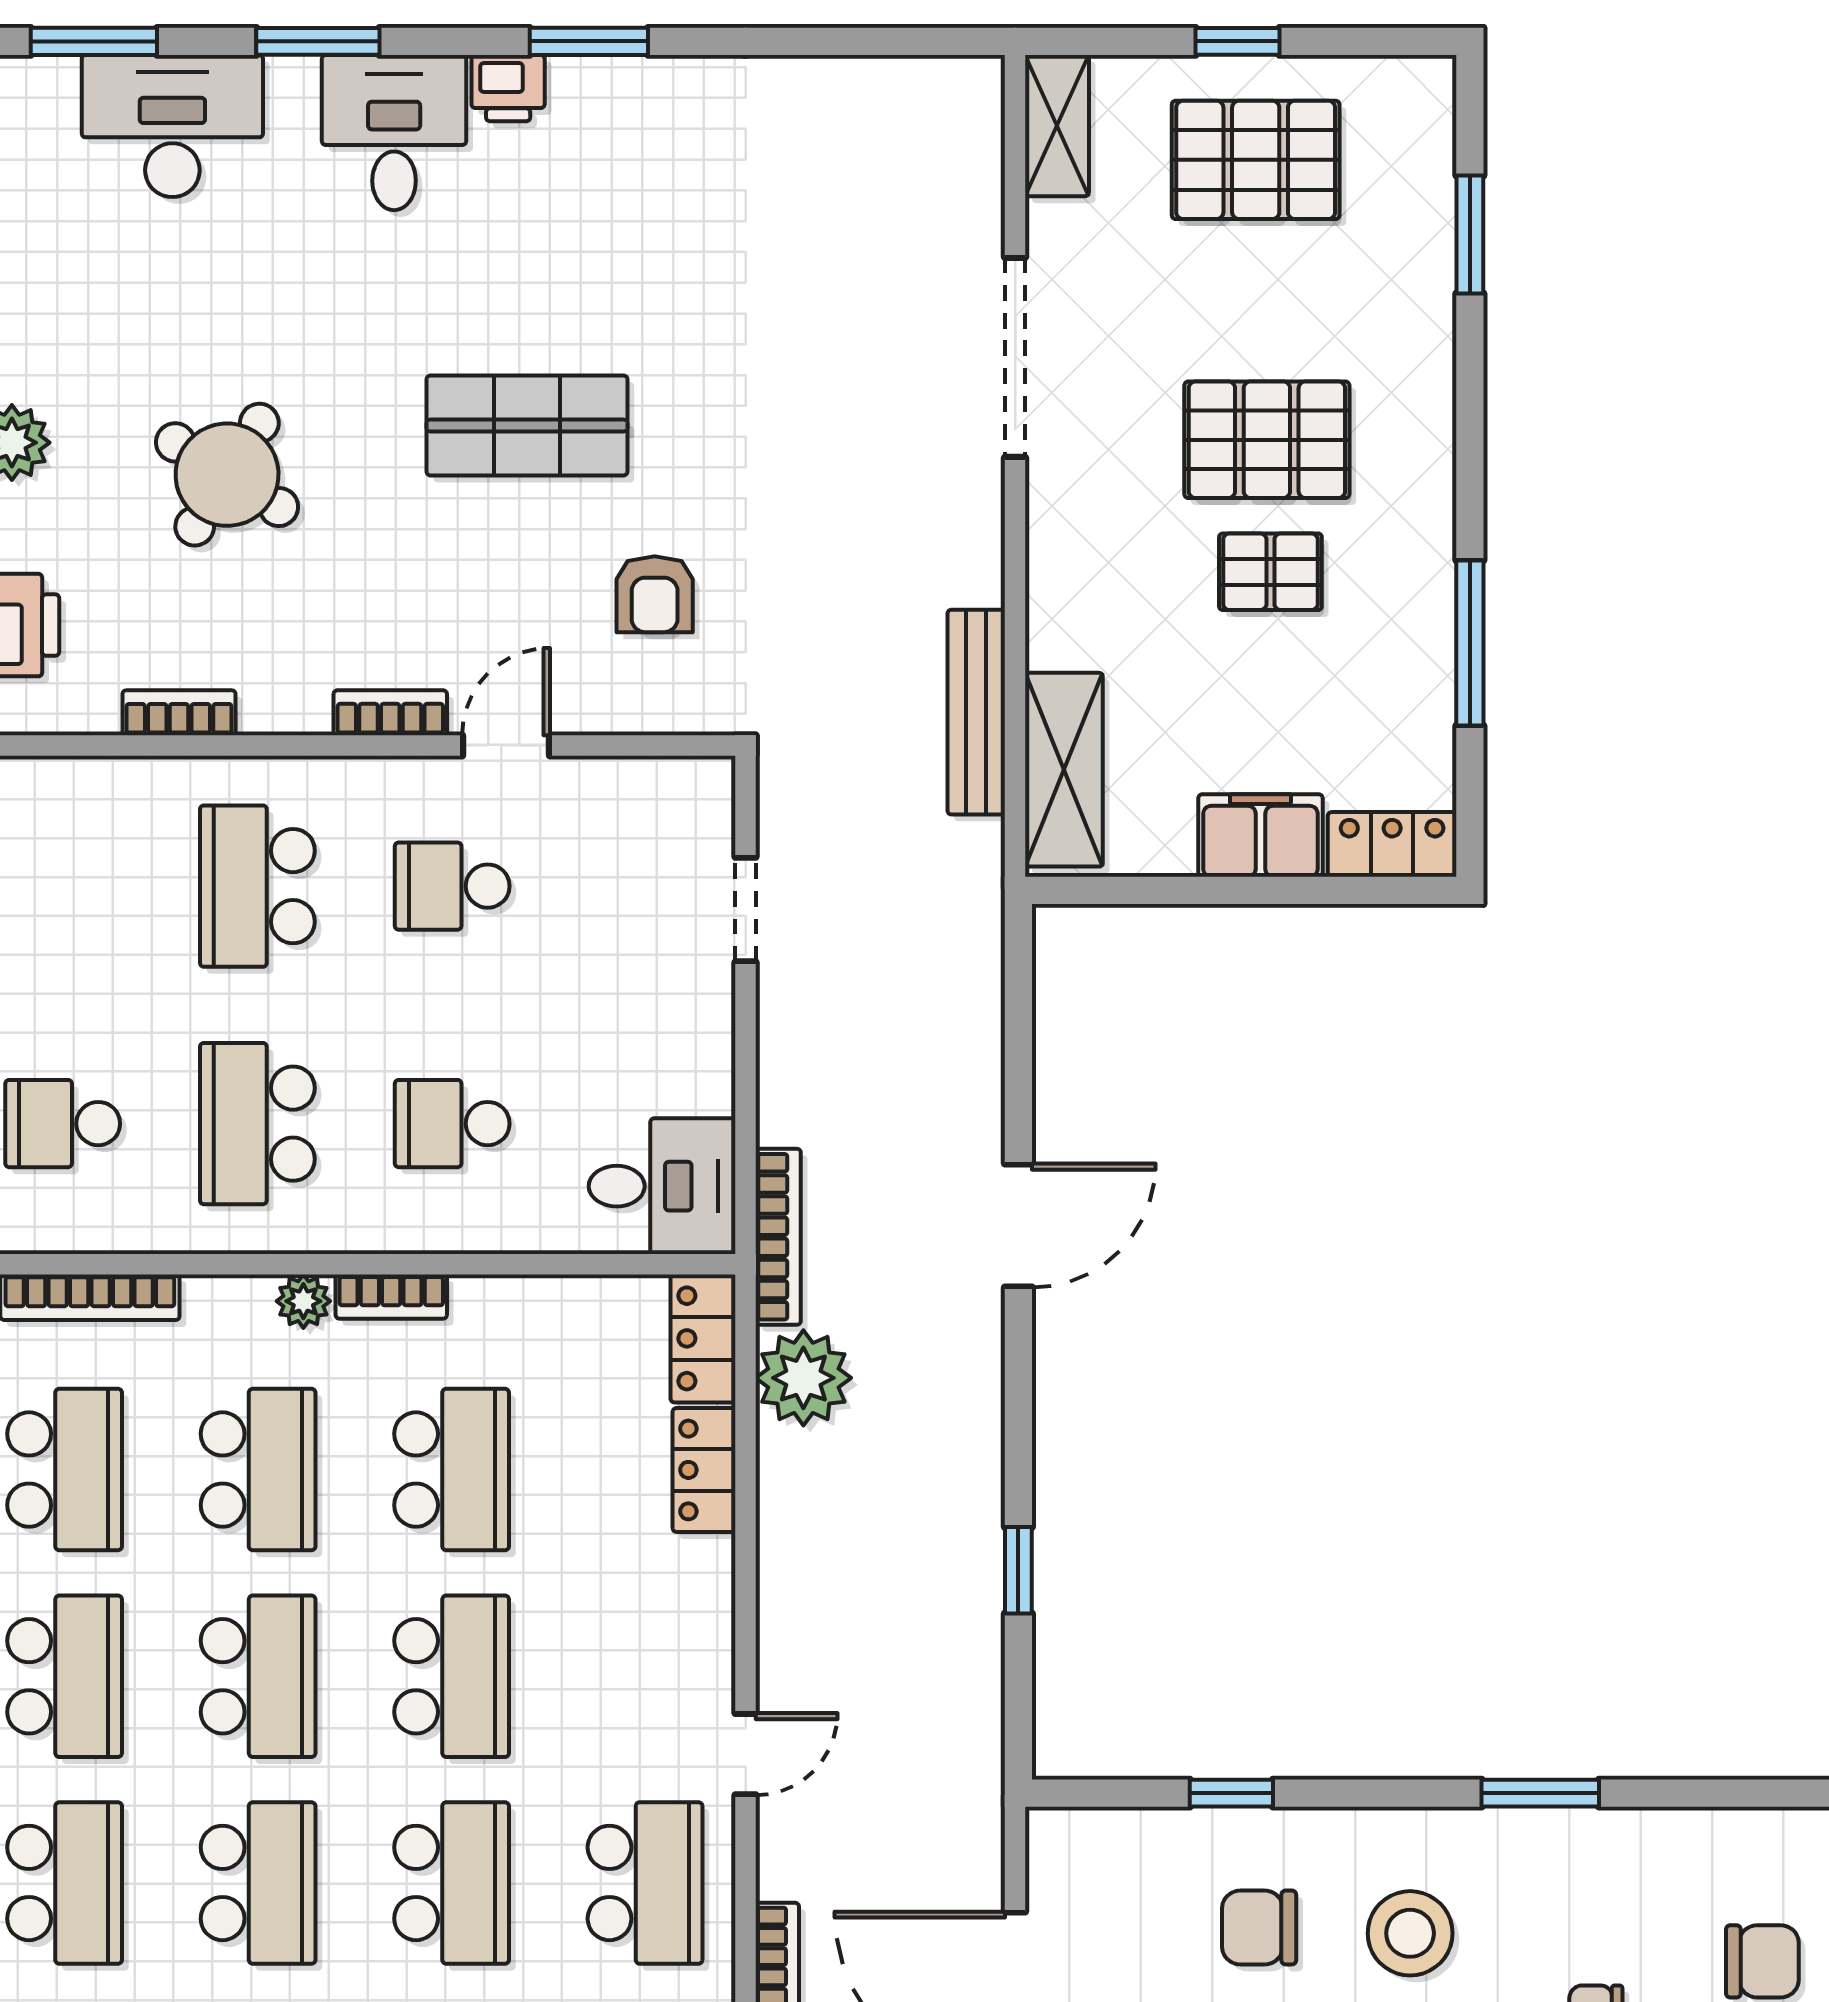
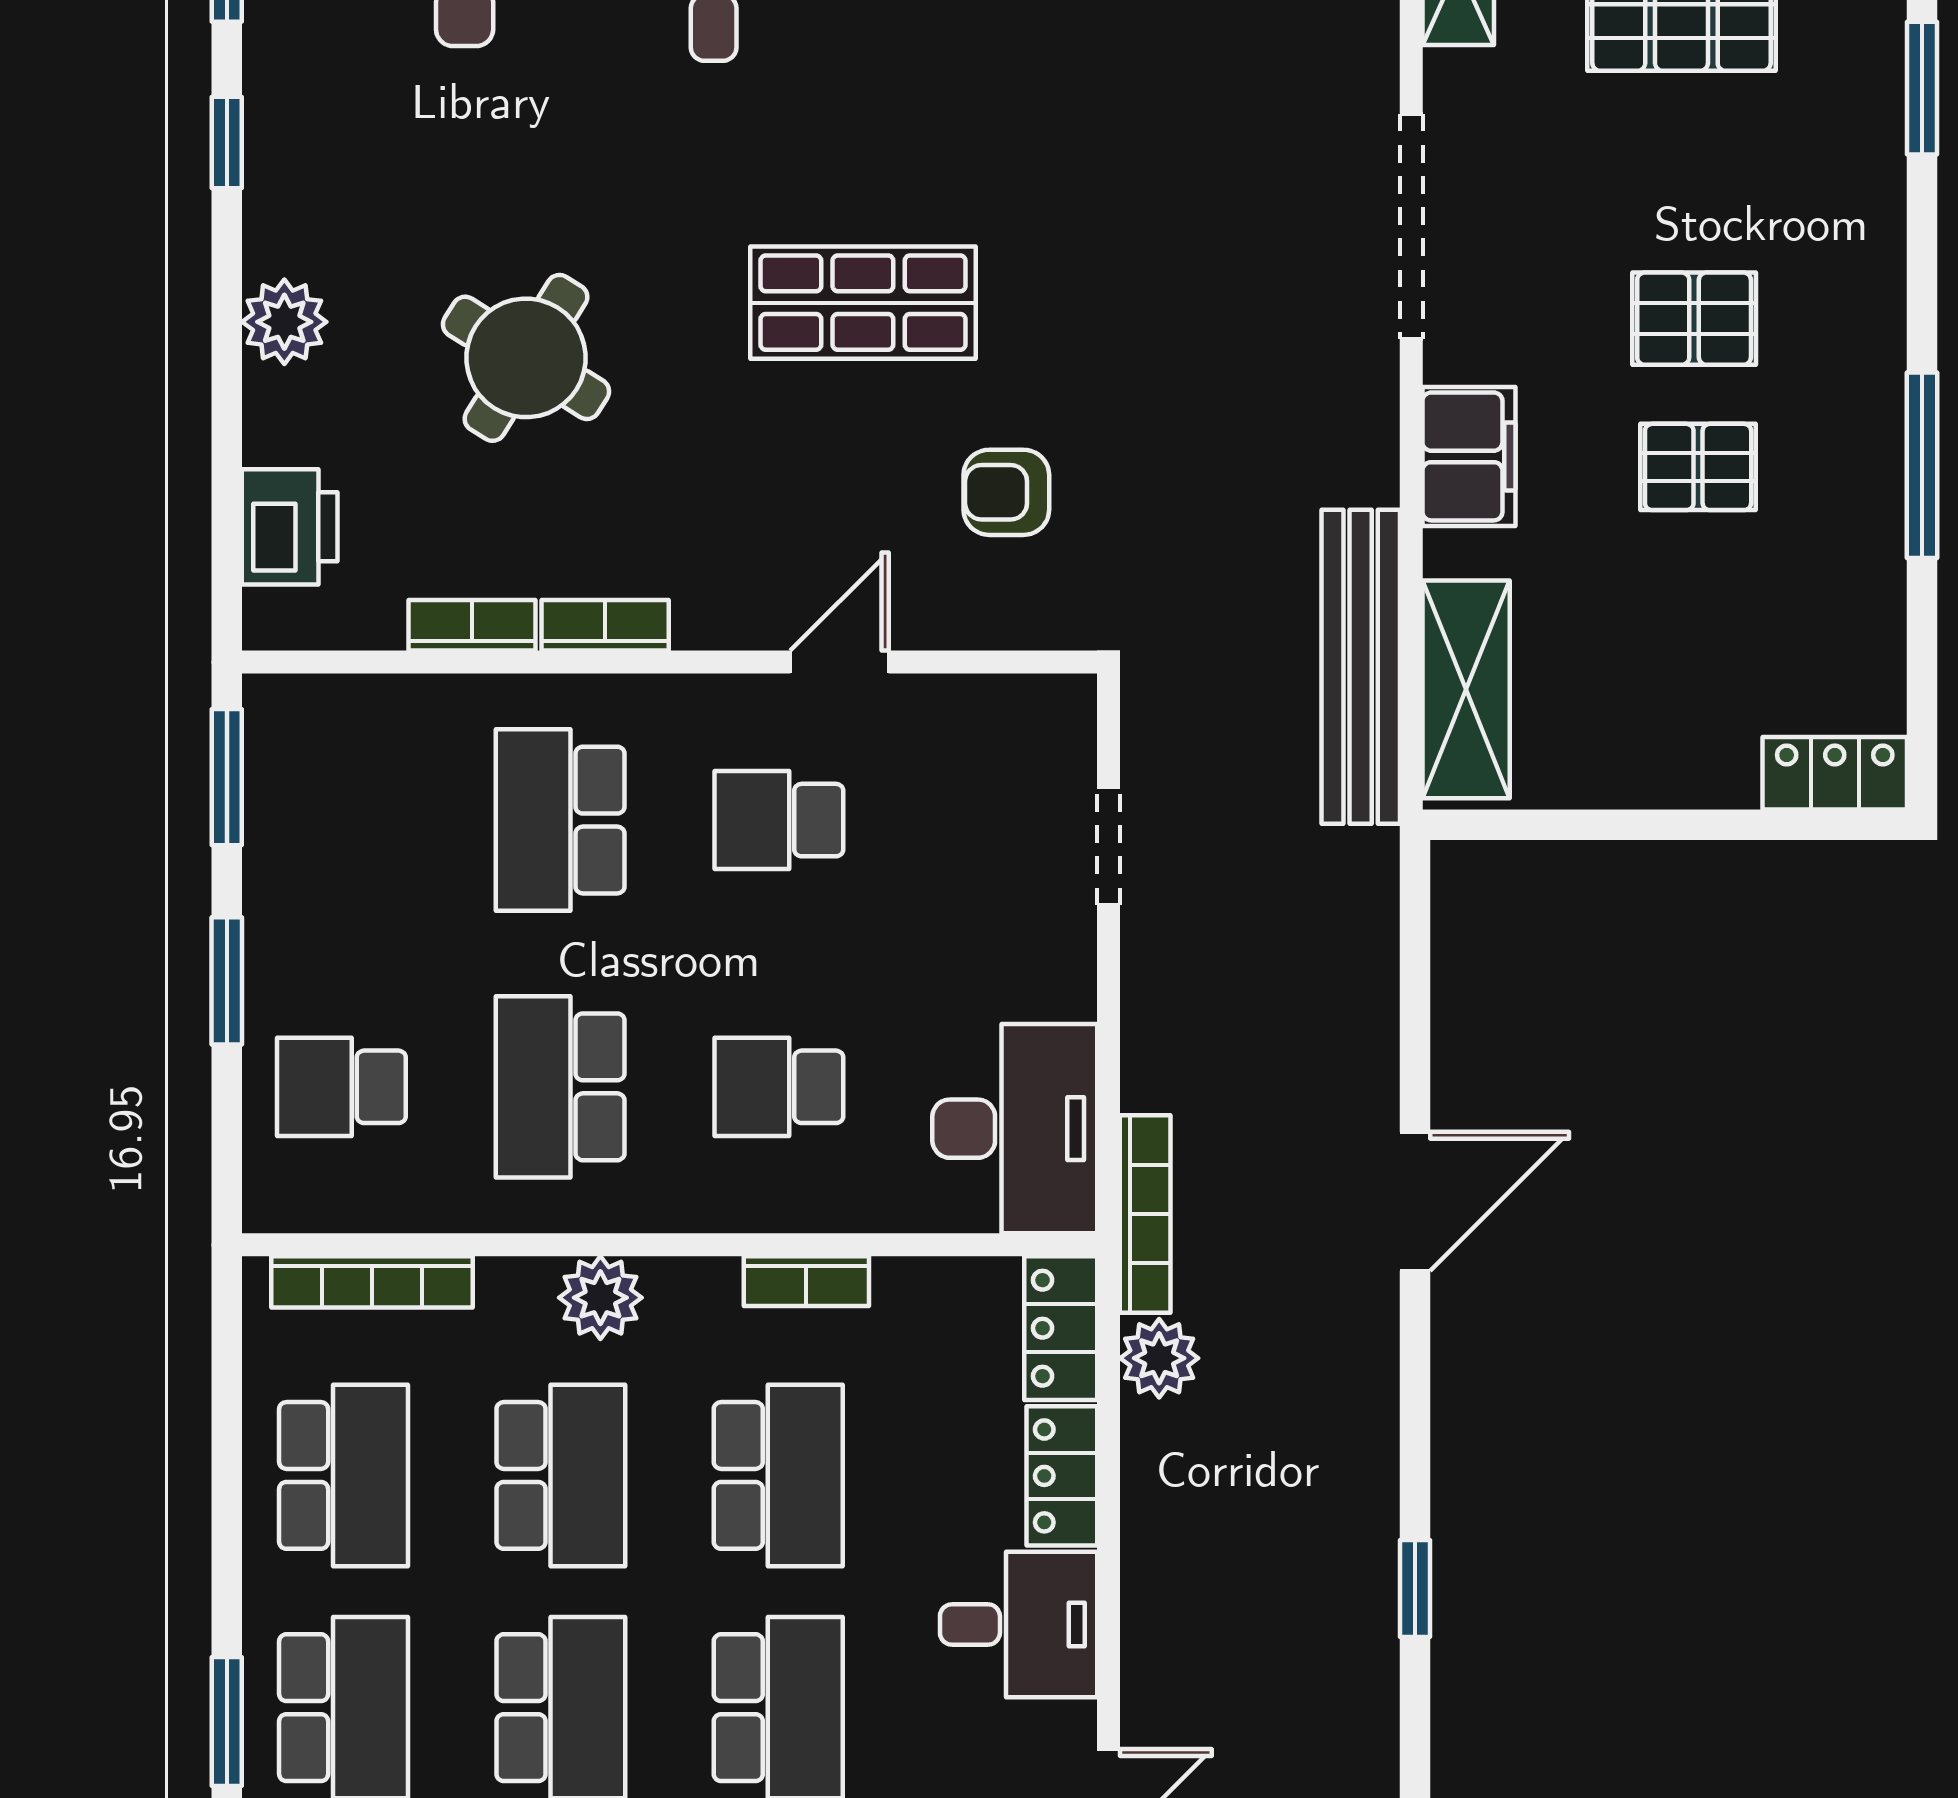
pallet: (1267, 440) -> (1694, 319), width x0.67, depth x0.71
armchair: (655, 594) -> (1006, 492), turned 90
window: (1470, 643) -> (1922, 465), moved
bench: (976, 712) -> (1361, 667), width x1.37, depth x1.21
bookcase: (390, 713) -> (605, 625), moved
filing cabinet: (1260, 835) -> (1469, 456), moved, turned 90
desk: (662, 1186) -> (1015, 1129), width x1.37
bookcase: (391, 1297) -> (806, 1281), moved
plant: (303, 1301) -> (600, 1298), width x1.38, depth x1.38
plant: (803, 1378) -> (1159, 1358), width x0.73, depth x0.73
desk: (666, 1602) -> (1019, 1624), added

